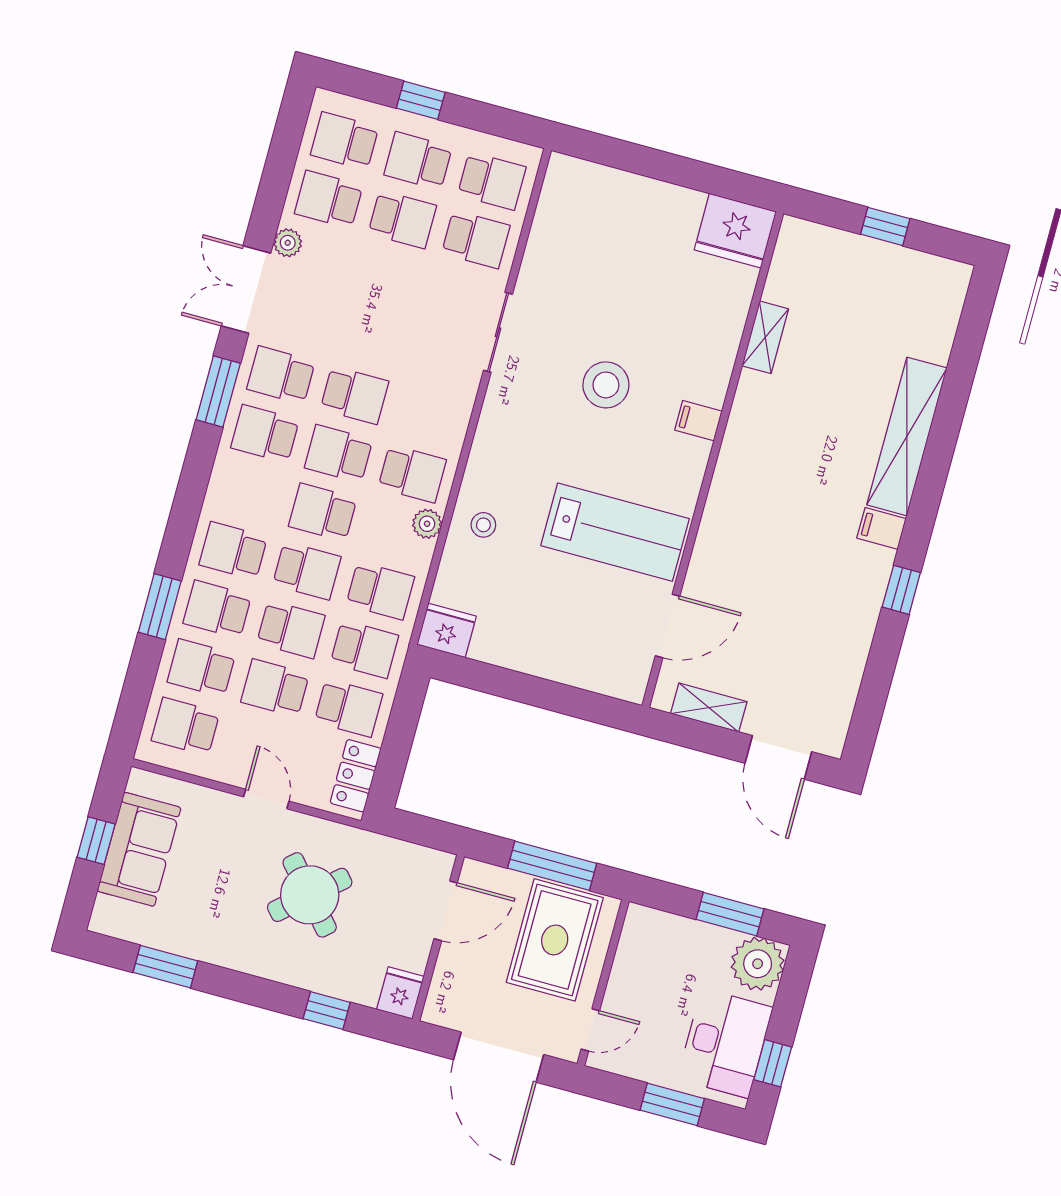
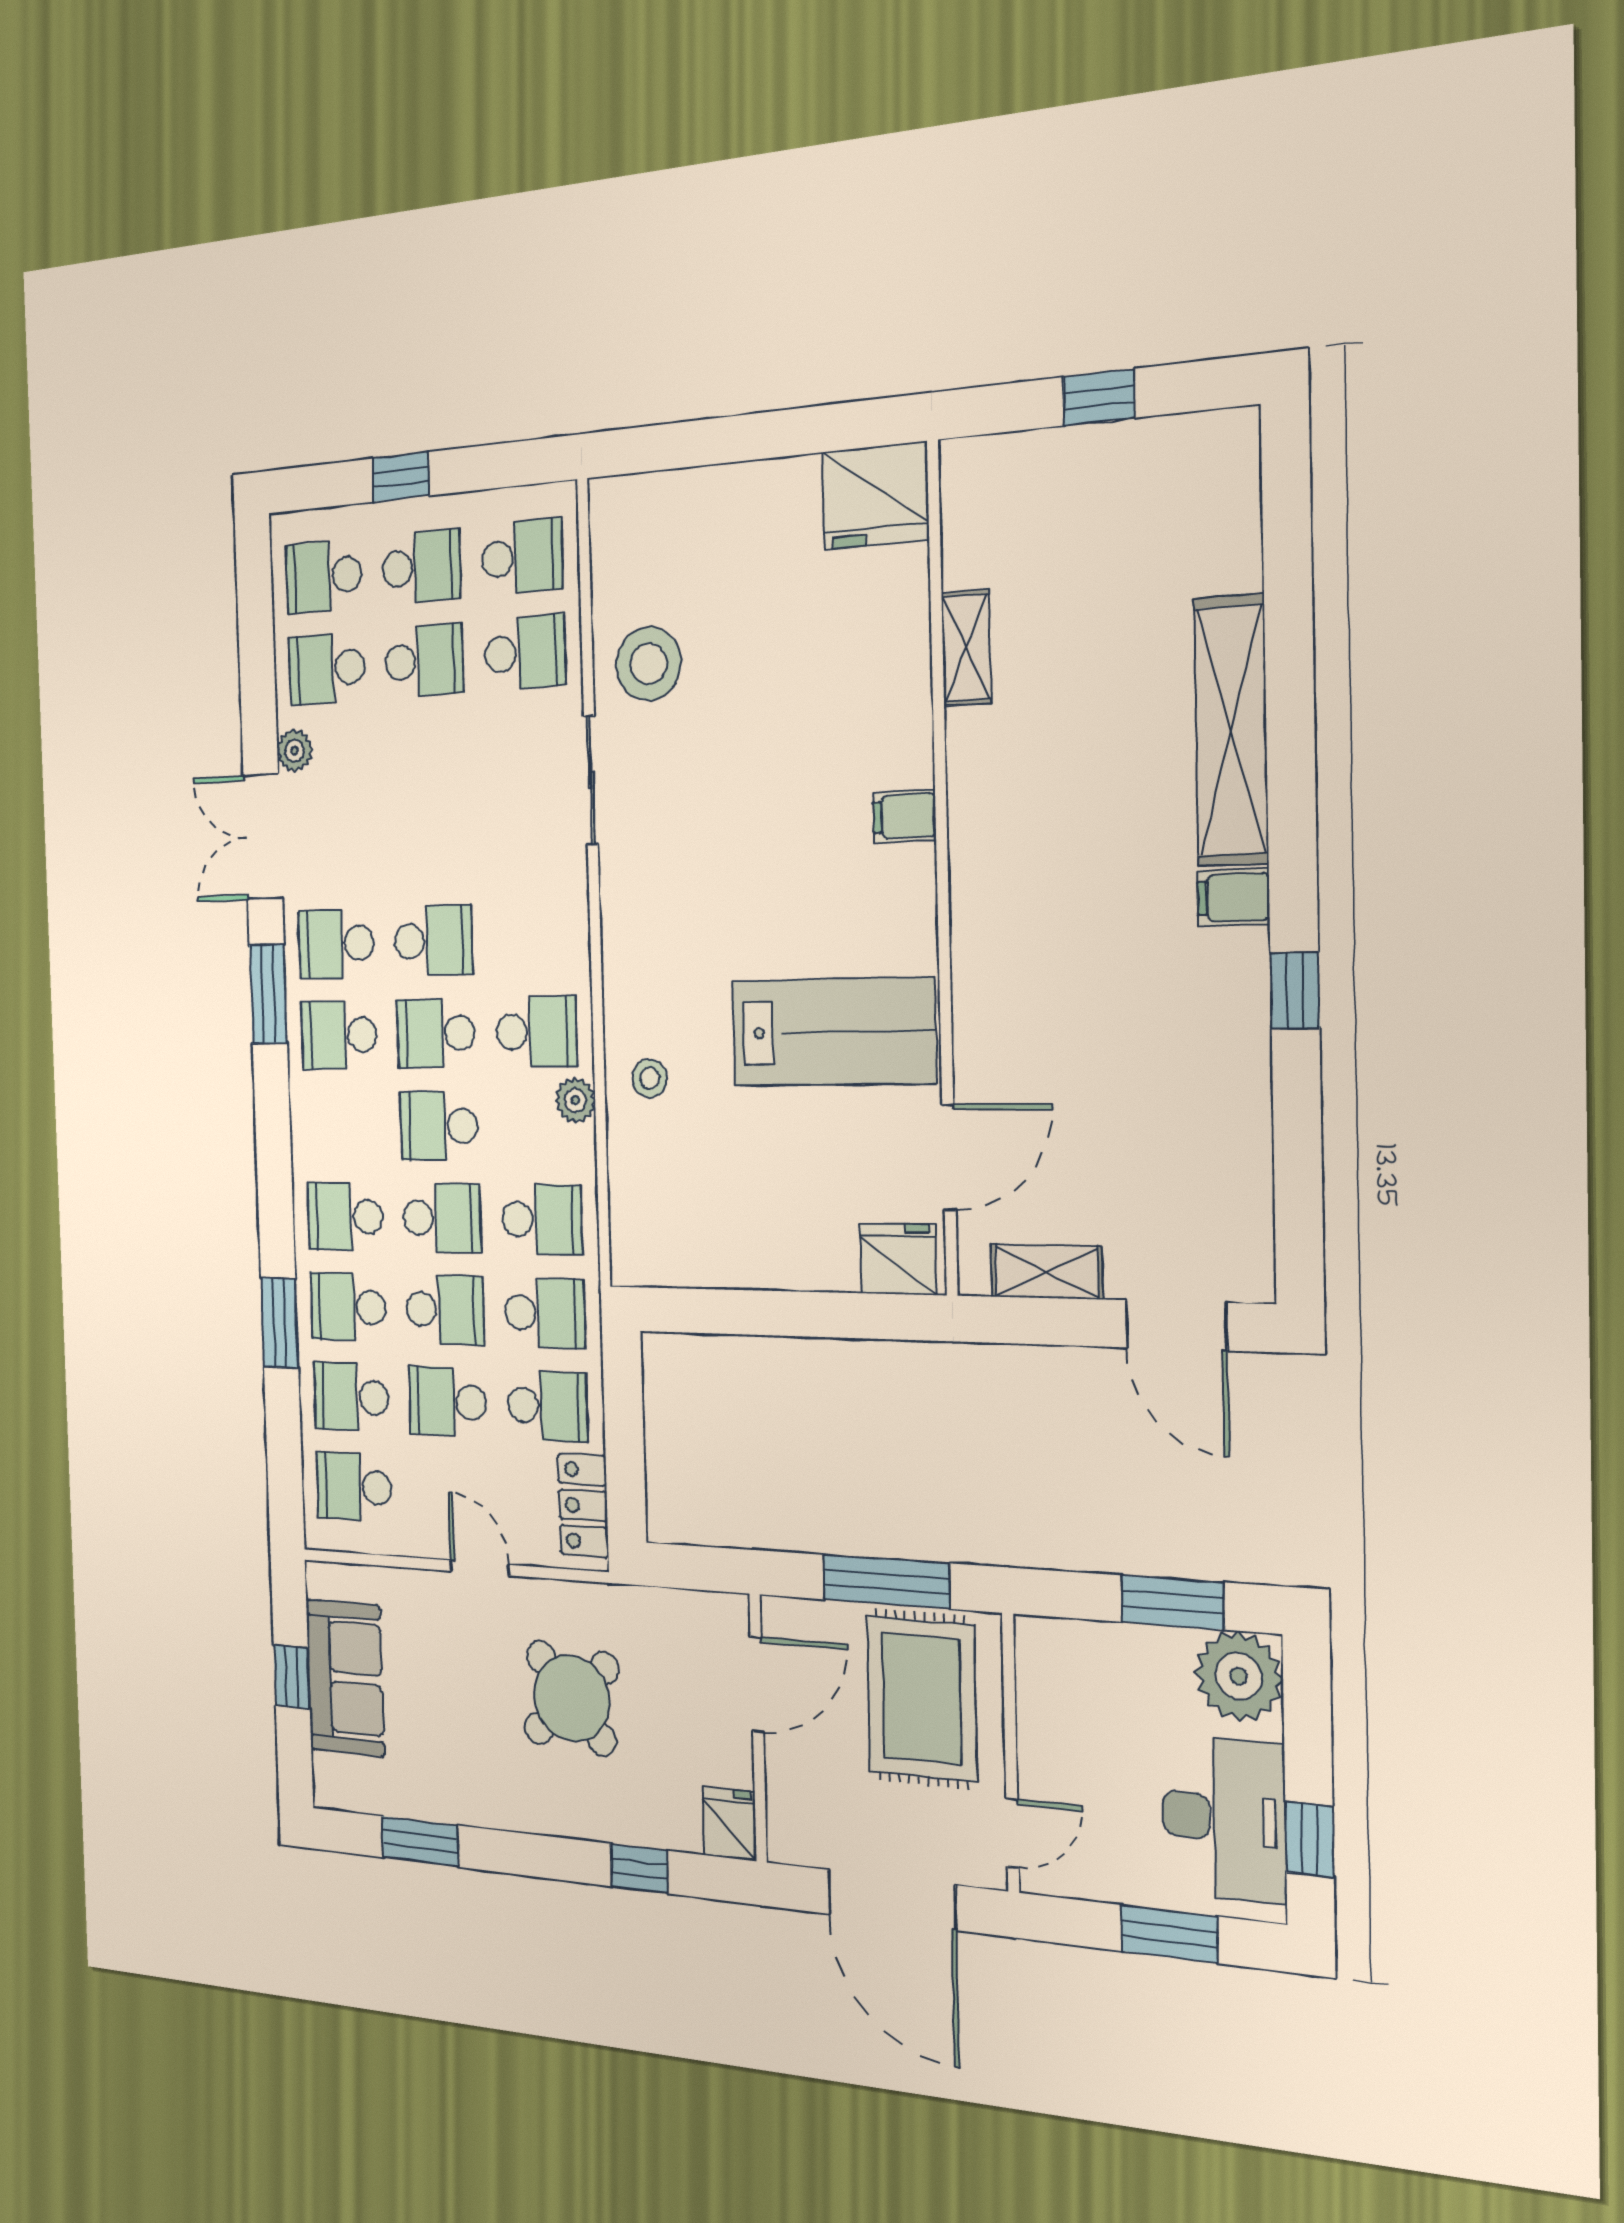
school desk: (418, 161) -> (421, 567), turned 180
stool: (606, 385) -> (648, 664), moved
fridge: (447, 630) -> (898, 1259), moved

